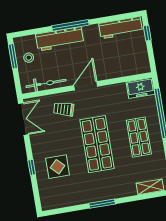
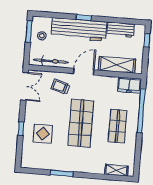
window: (70, 25) -> (84, 18), width x0.46
workbench: (121, 28) -> (121, 30), width x0.73
workbench: (60, 39) -> (79, 30), width x1.36, depth x1.32
shelving: (121, 69) -> (117, 65), added
window: (102, 204) -> (62, 173), moved

